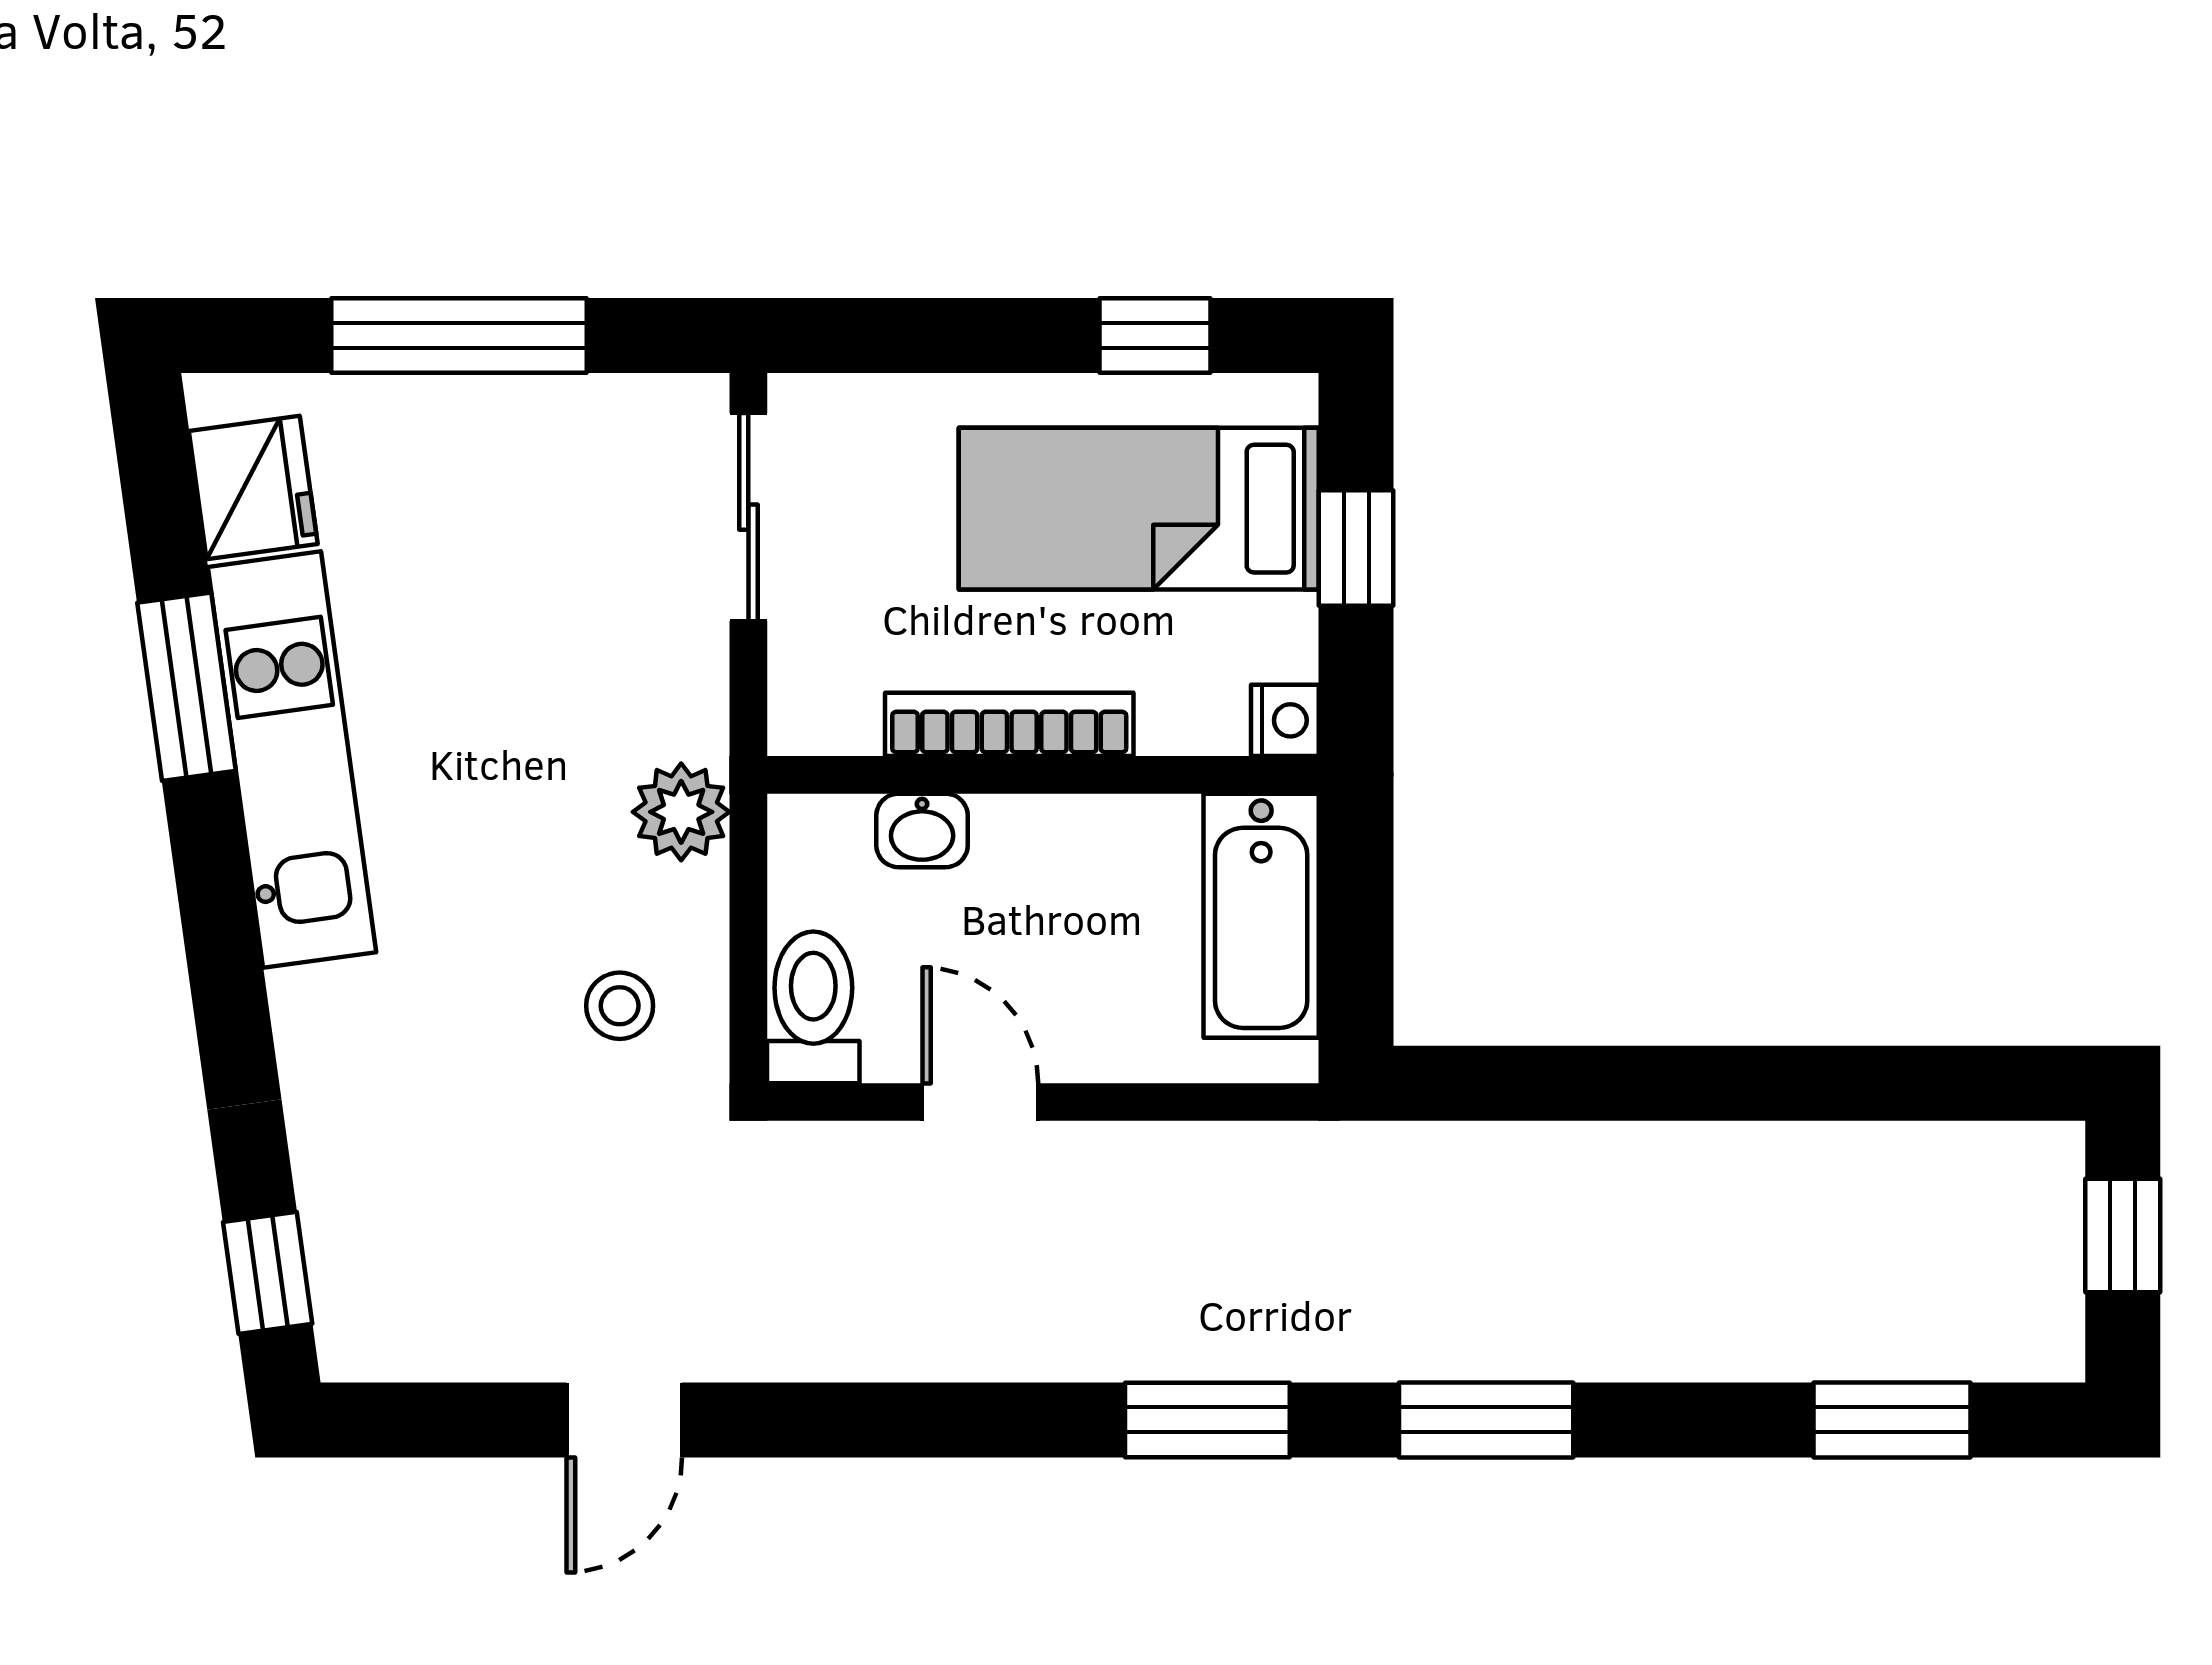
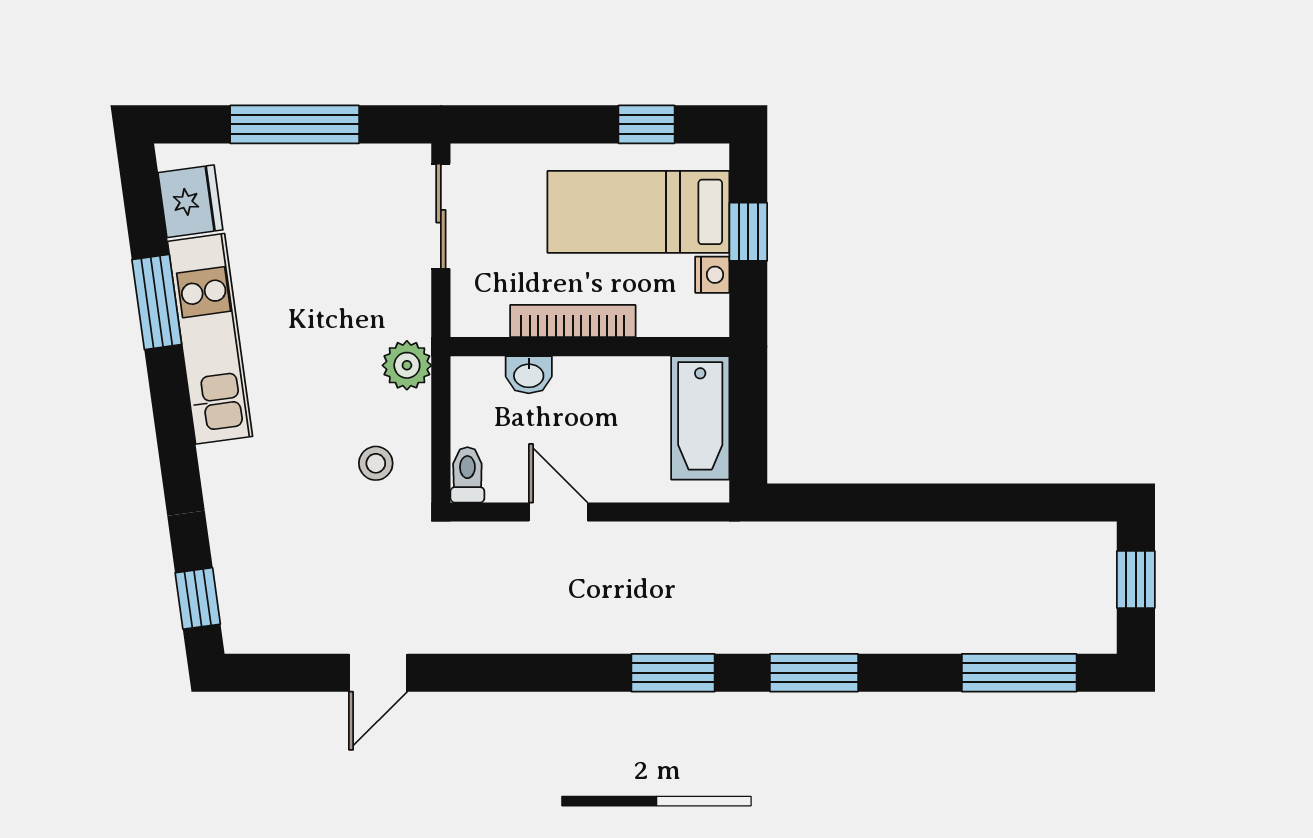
nightstand: (1285, 720) -> (712, 275), moved
toilet: (813, 1007) -> (467, 475), width x0.73, depth x0.72
window: (1892, 1420) -> (1019, 673), width x1.44

